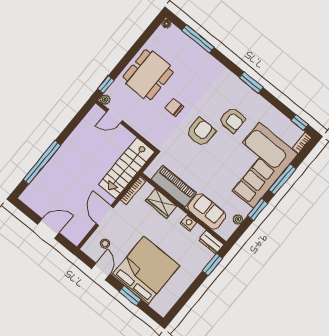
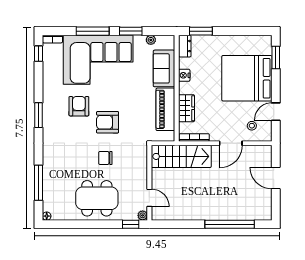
chair: (174, 107) -> (105, 158), turned 90
window: (130, 296) -> (276, 57), moved

